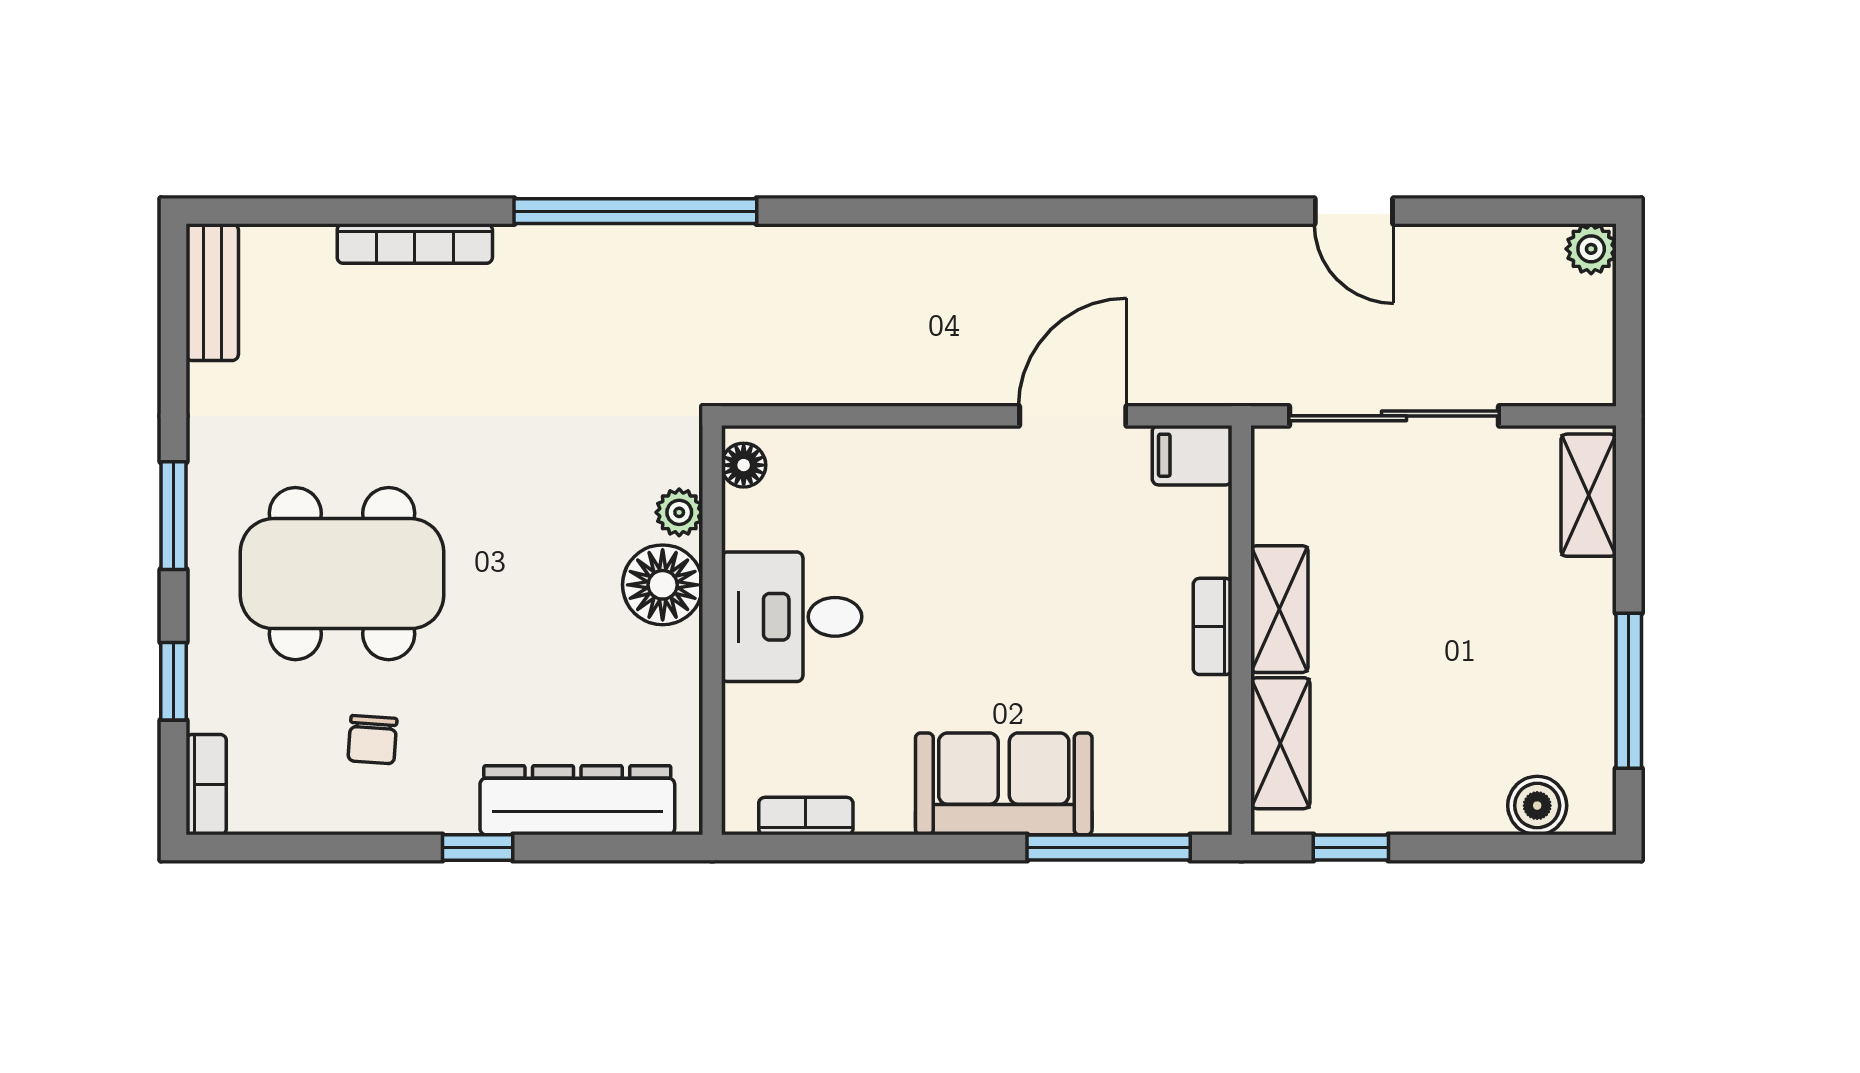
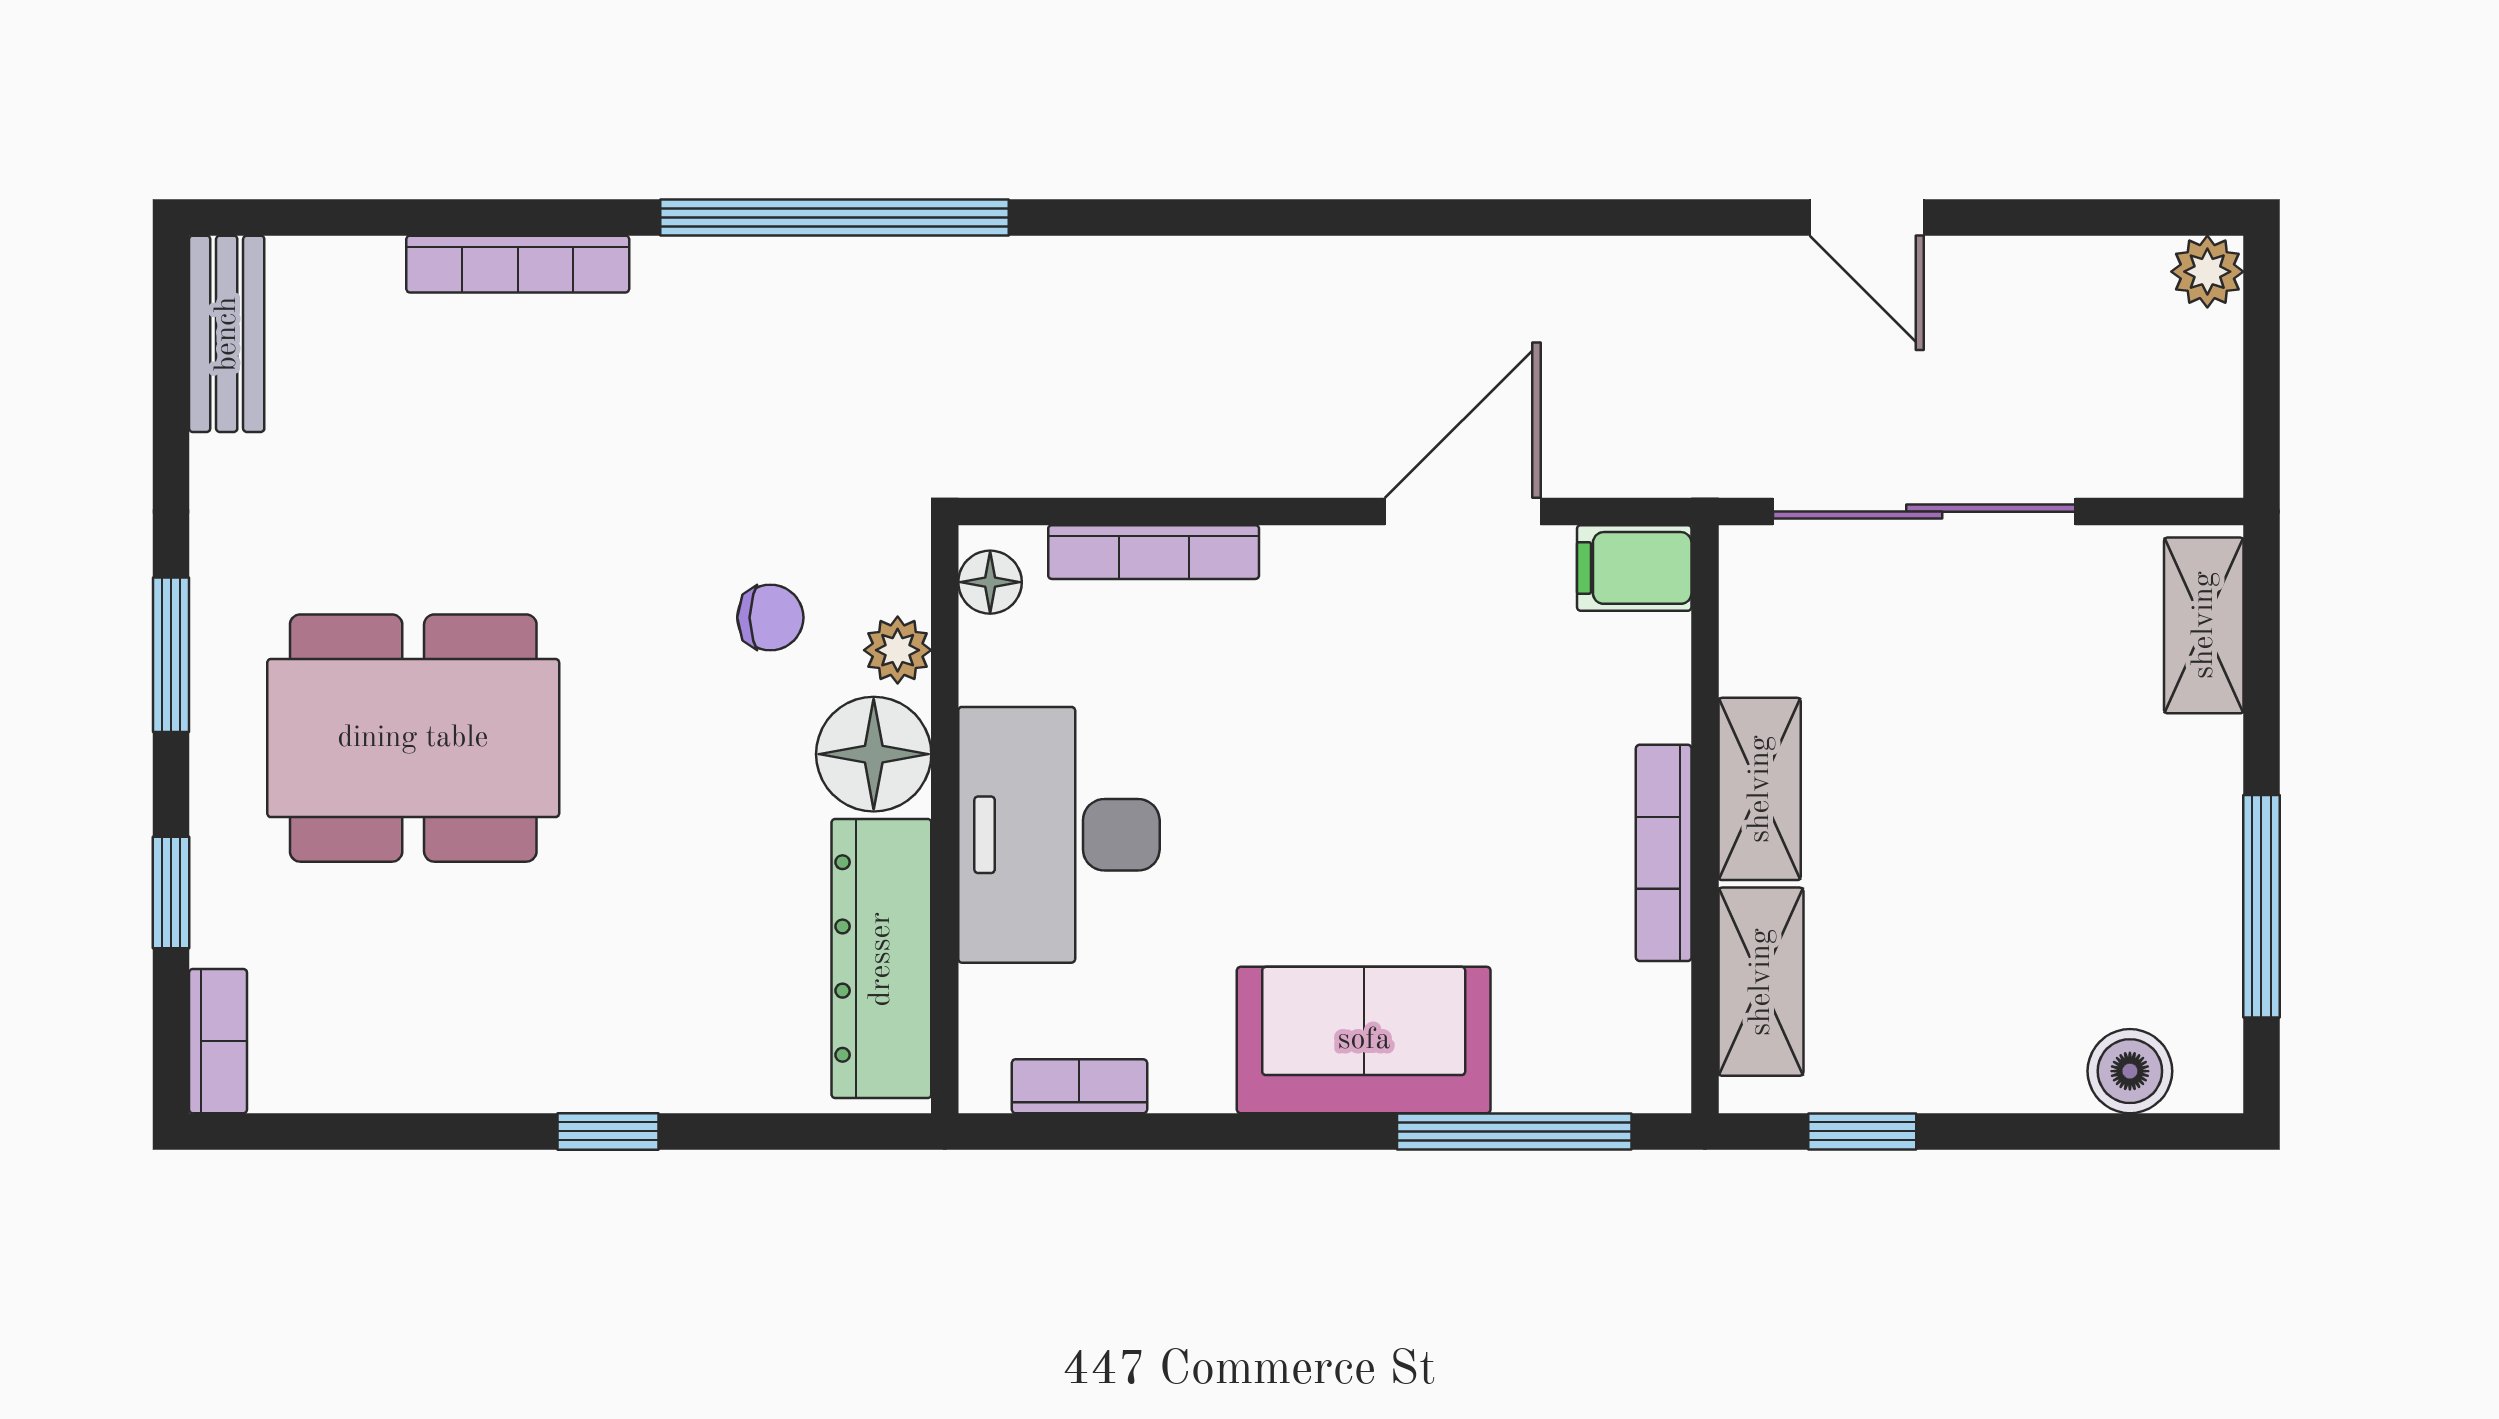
bookcase: (858, 444) -> (1154, 552), added
desk: (792, 617) -> (1059, 835), width x1.37
bookcase: (1213, 626) -> (1664, 853), width x1.56
chair: (372, 740) -> (770, 618), moved, turned -94
dresser: (577, 800) -> (881, 959), moved, turned -90

